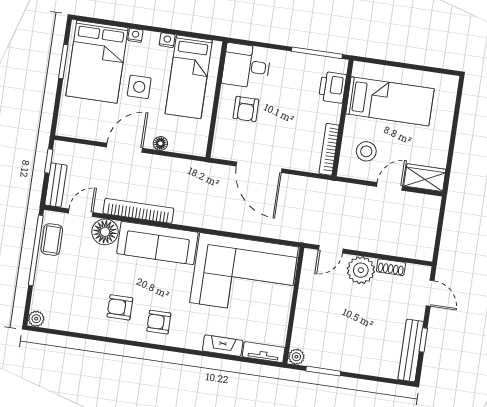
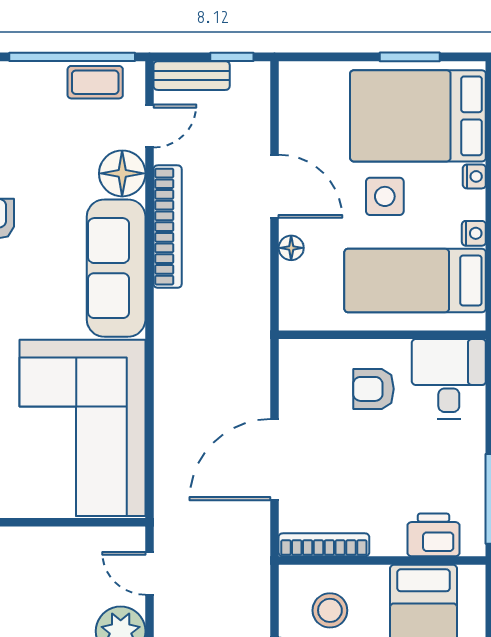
door: (259, 167) -> (275, 460), moved
door: (81, 213) -> (150, 126), hinge flipped

